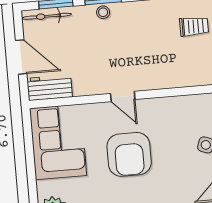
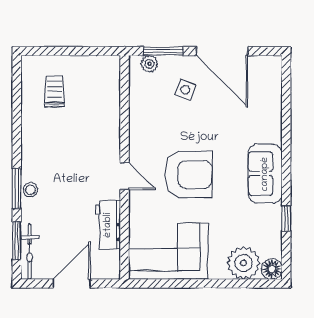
workbench: (50, 88) -> (108, 225), moved
door: (123, 97) -> (125, 176), hinge flipped

